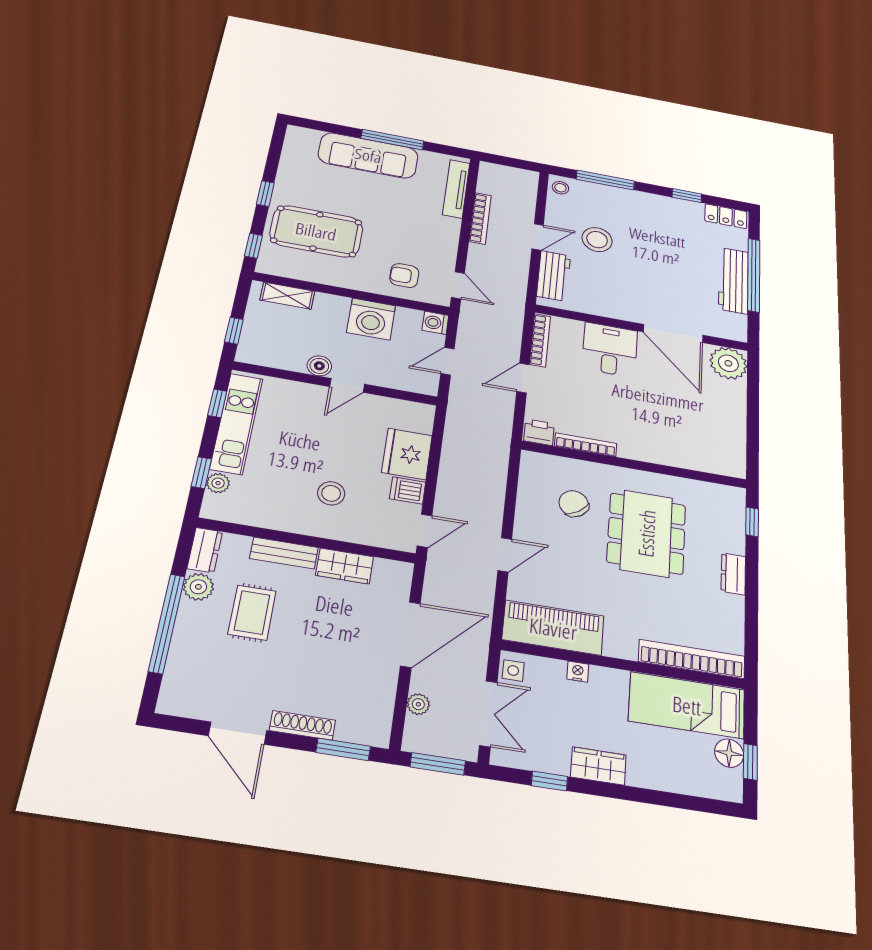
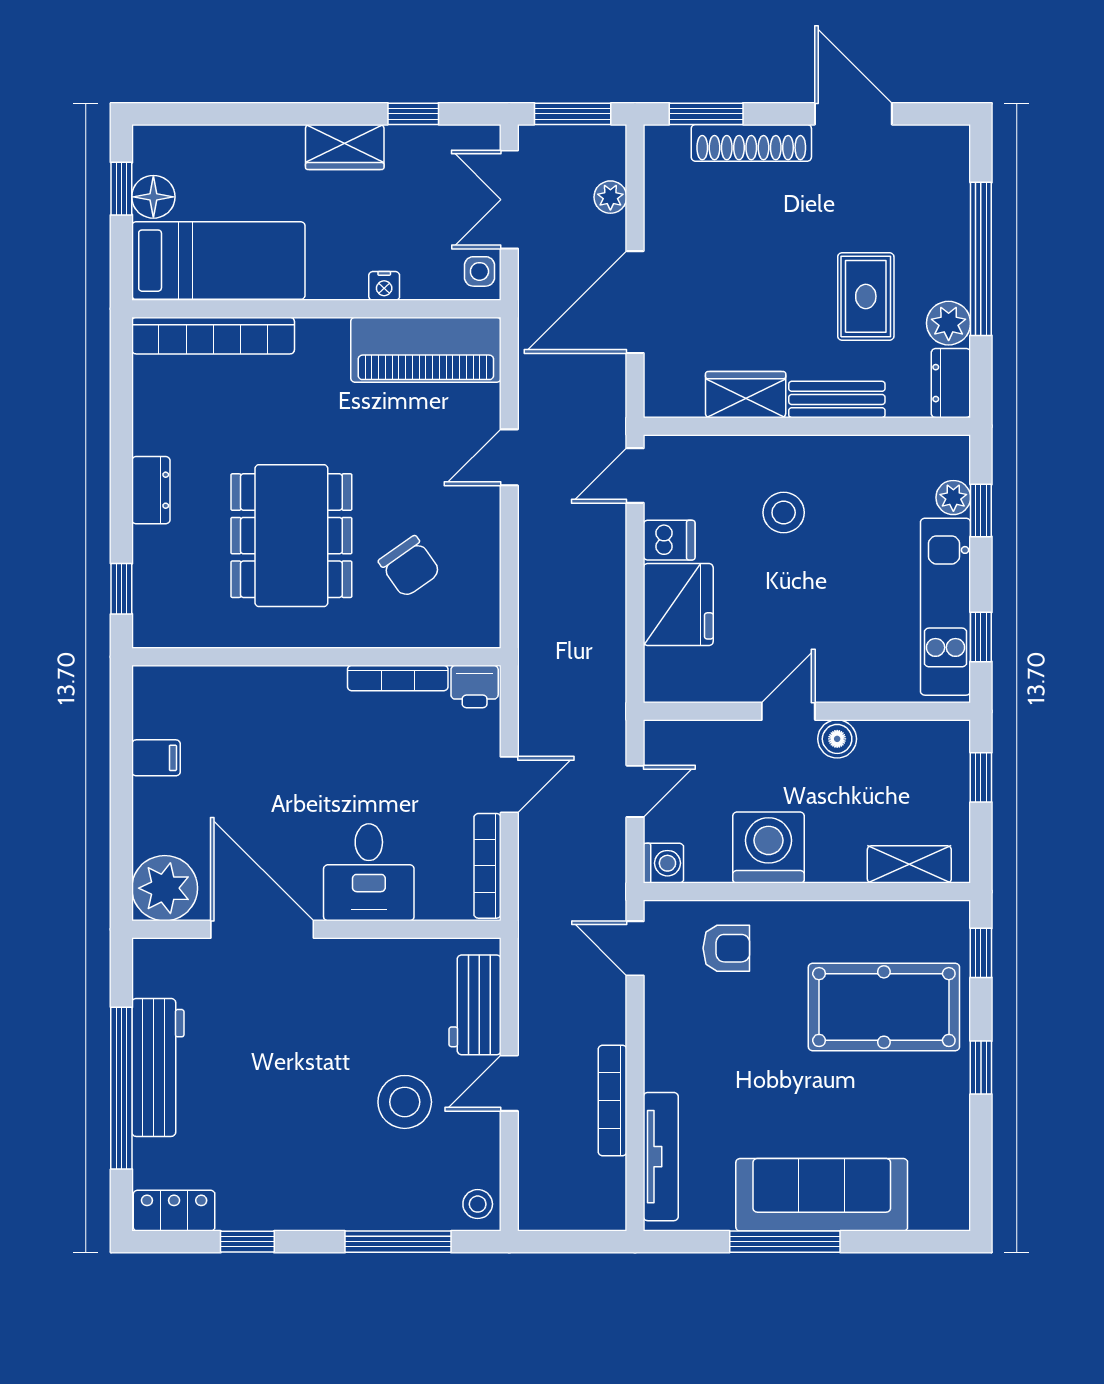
filing cabinet: (732, 429) -> (156, 758), added
shoe rack: (302, 725) -> (751, 143), width x1.36, depth x1.24

